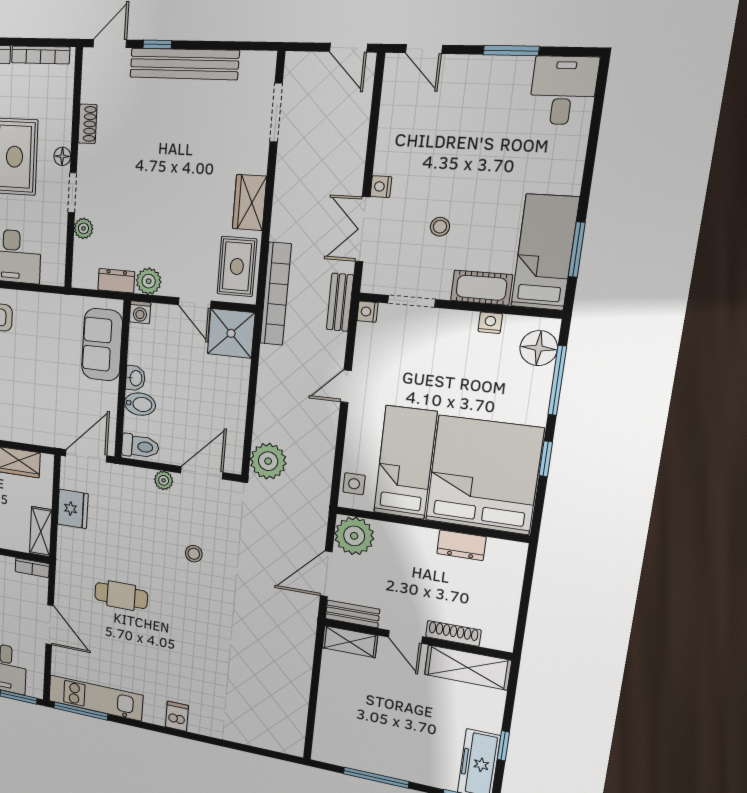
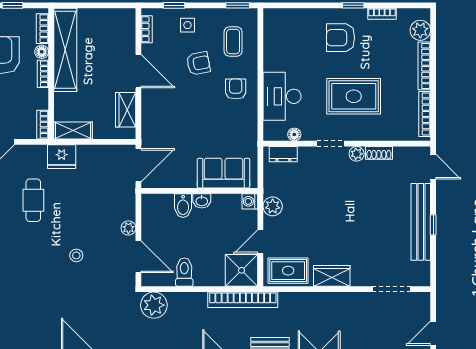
window: (157, 44) -> (433, 225), moved
floor lamp: (62, 156) -> (294, 134), moved
plant: (83, 228) -> (357, 154), moved
dresser: (116, 281) -> (283, 154), moved, turned 90
bookcase: (276, 294) -> (243, 300), moved
toilet: (140, 446) -> (184, 272), moved, turned 180
door: (86, 456) -> (138, 165), hinge flipped
fridge: (73, 509) -> (62, 157), moved

